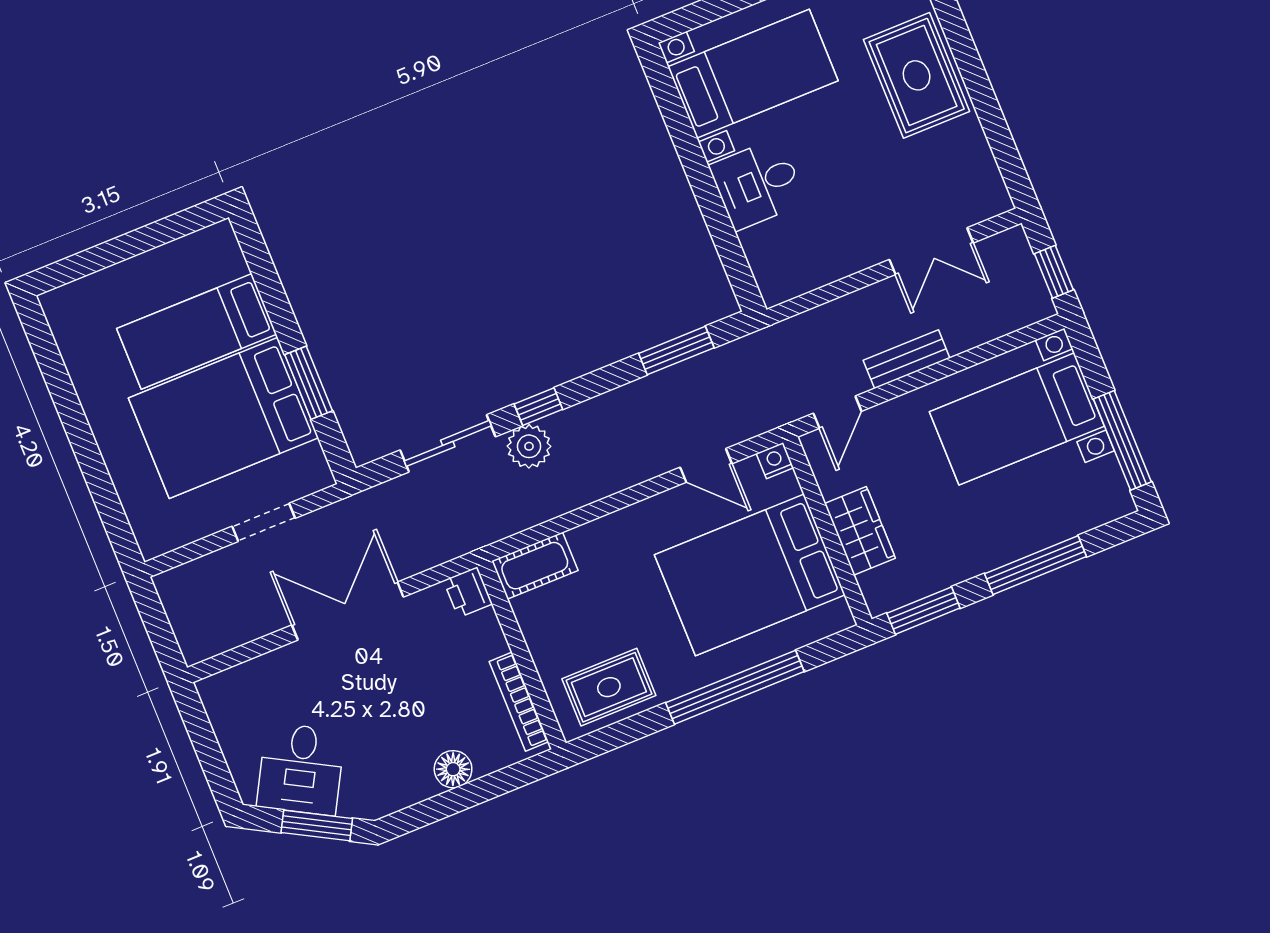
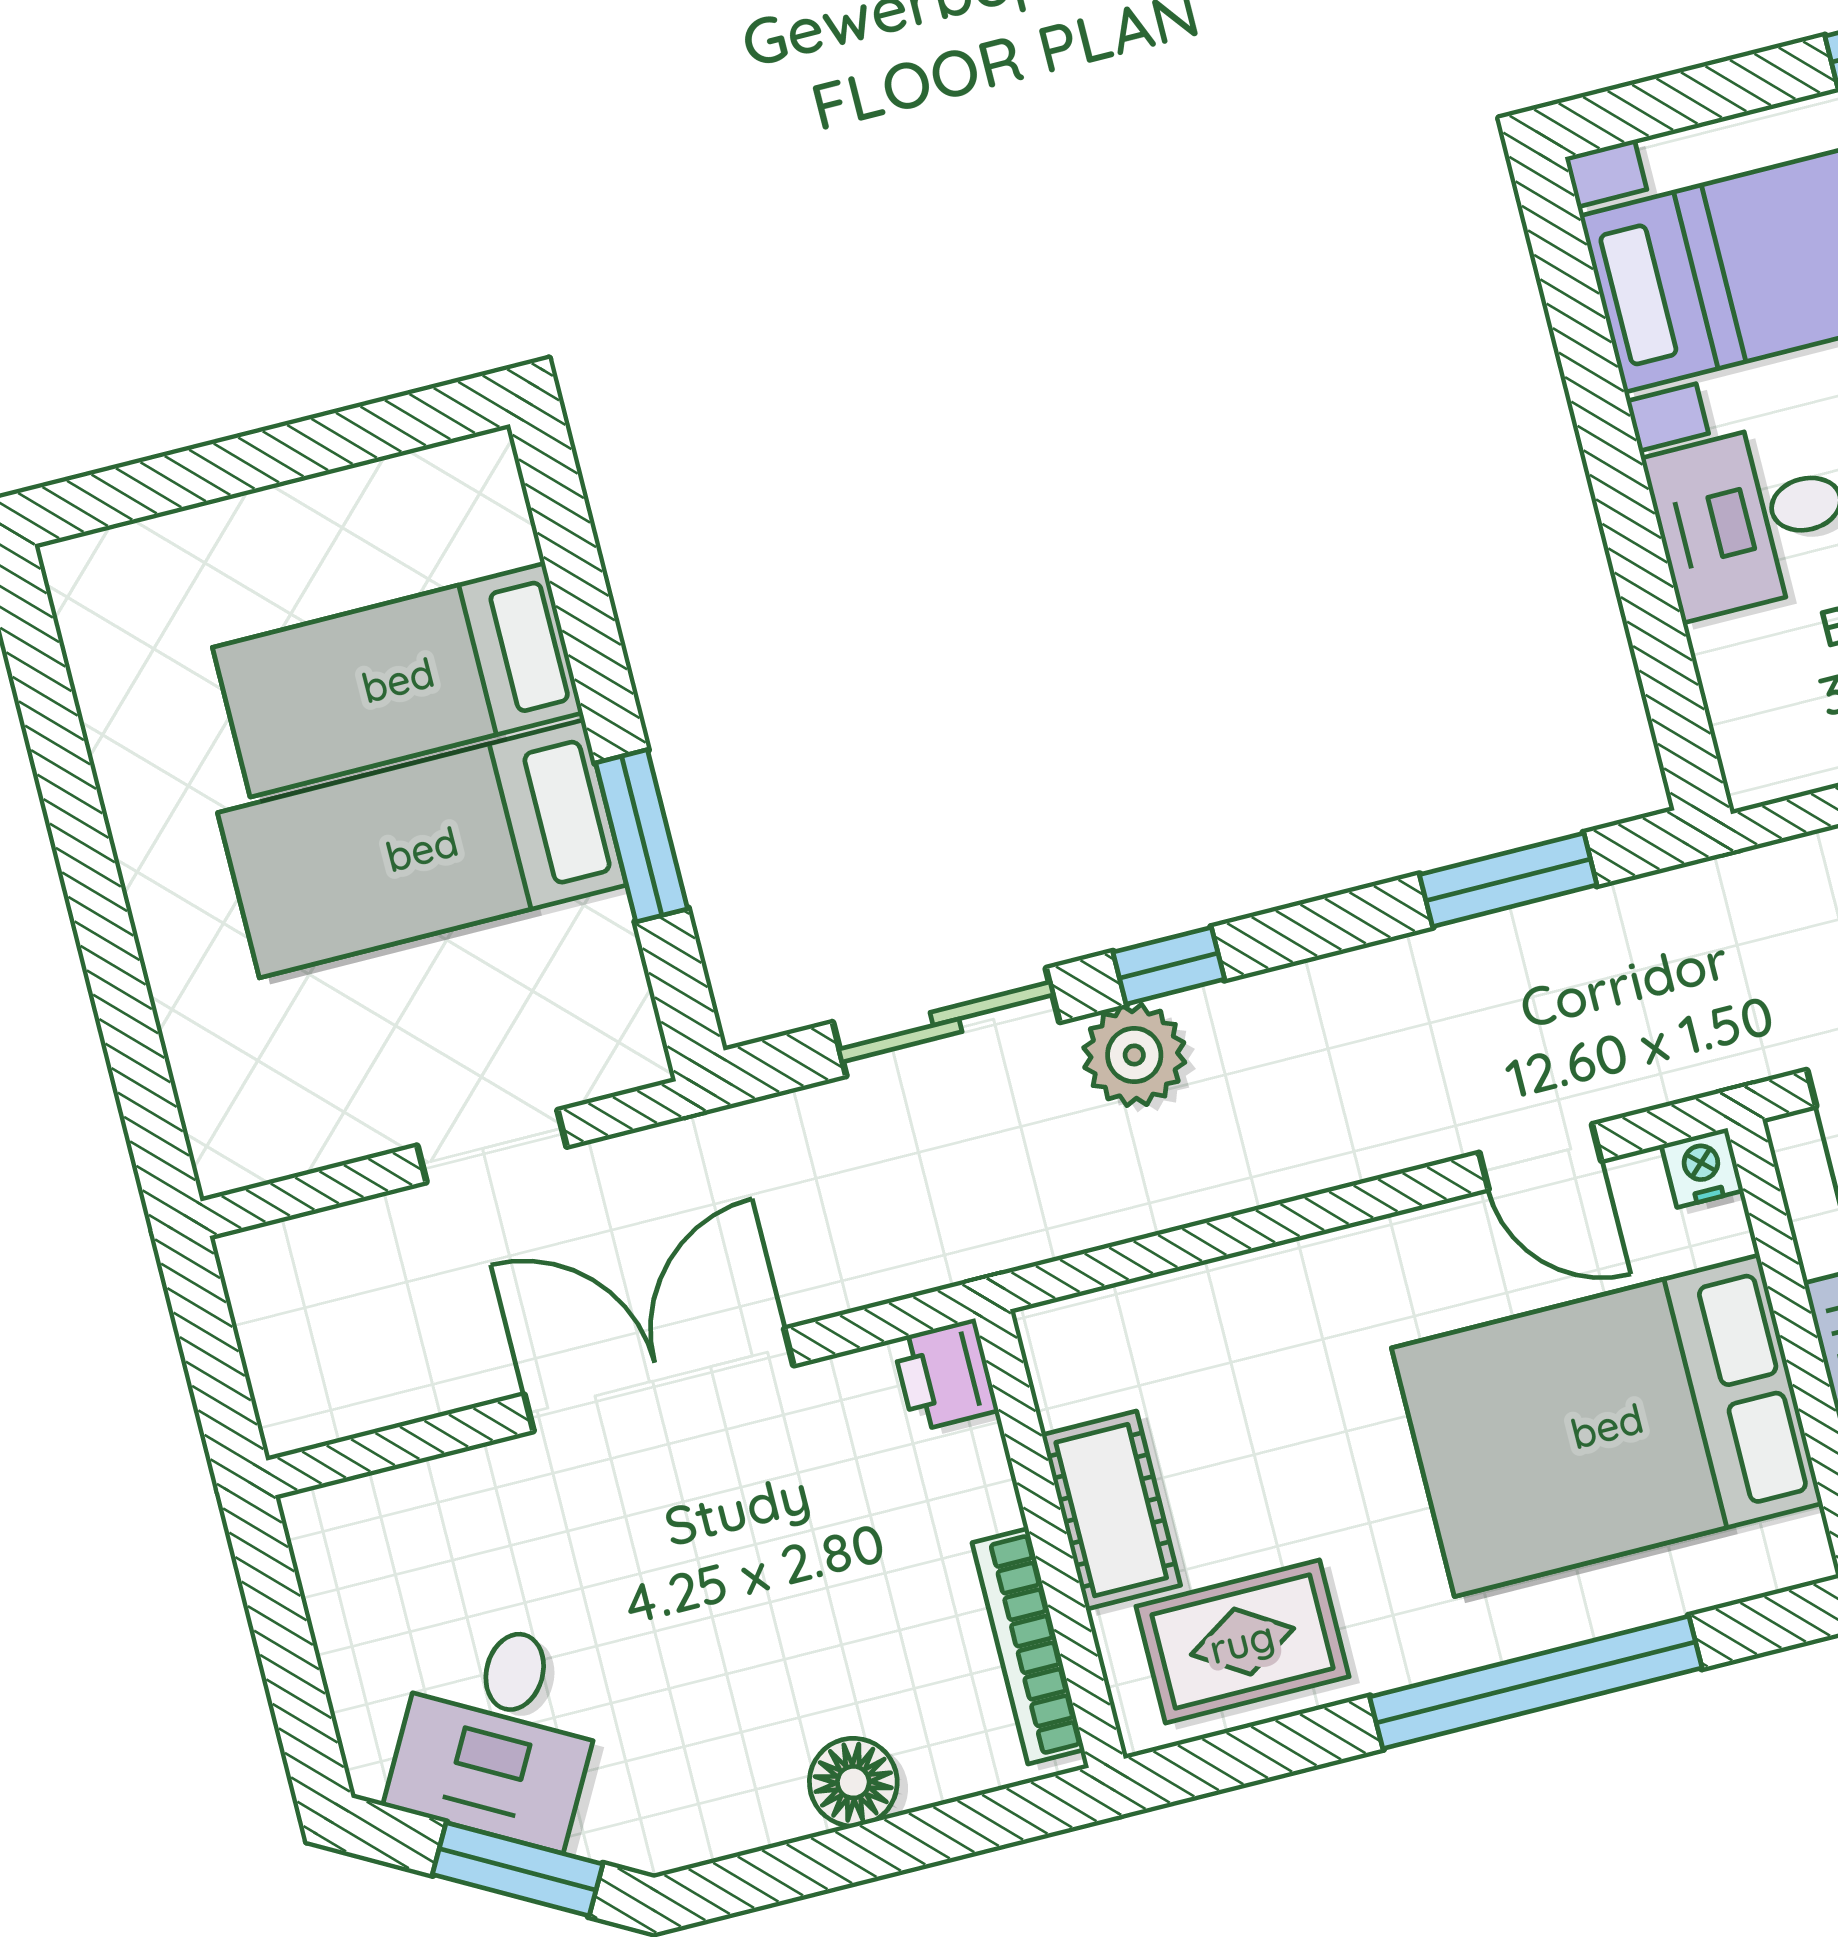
bed: (224, 418) -> (422, 849), width x0.67
cot: (535, 566) -> (1111, 1510), moved, turned 90

